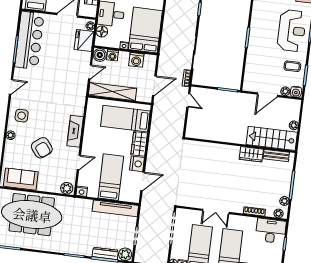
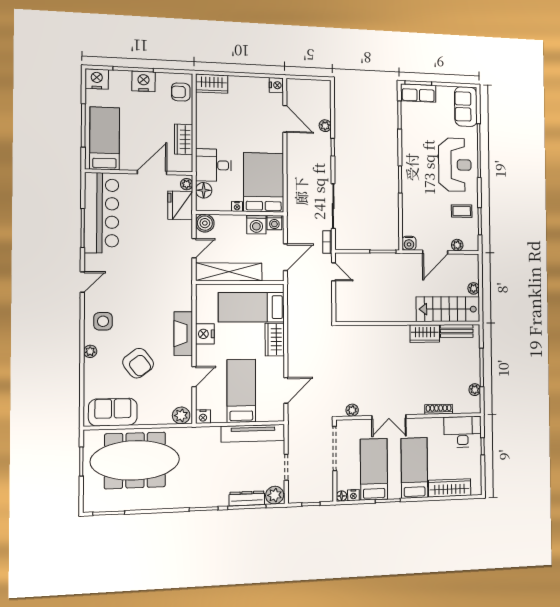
washing machine: (113, 55) -> (274, 223), moved
water cooler: (296, 92) -> (409, 243), moved
nightstand: (137, 164) -> (205, 334), moved, turned 180
plant: (279, 213) -> (352, 410), moved

